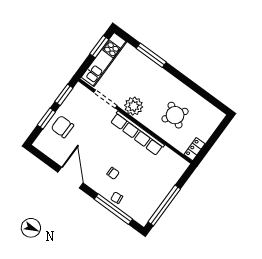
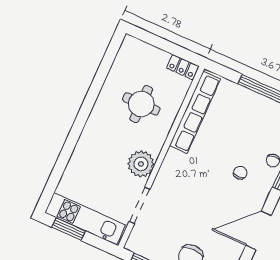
window: (151, 55) -> (65, 155), removed
round table: (175, 115) -> (141, 104), turned -33
row of seats: (137, 133) -> (195, 112), moved

